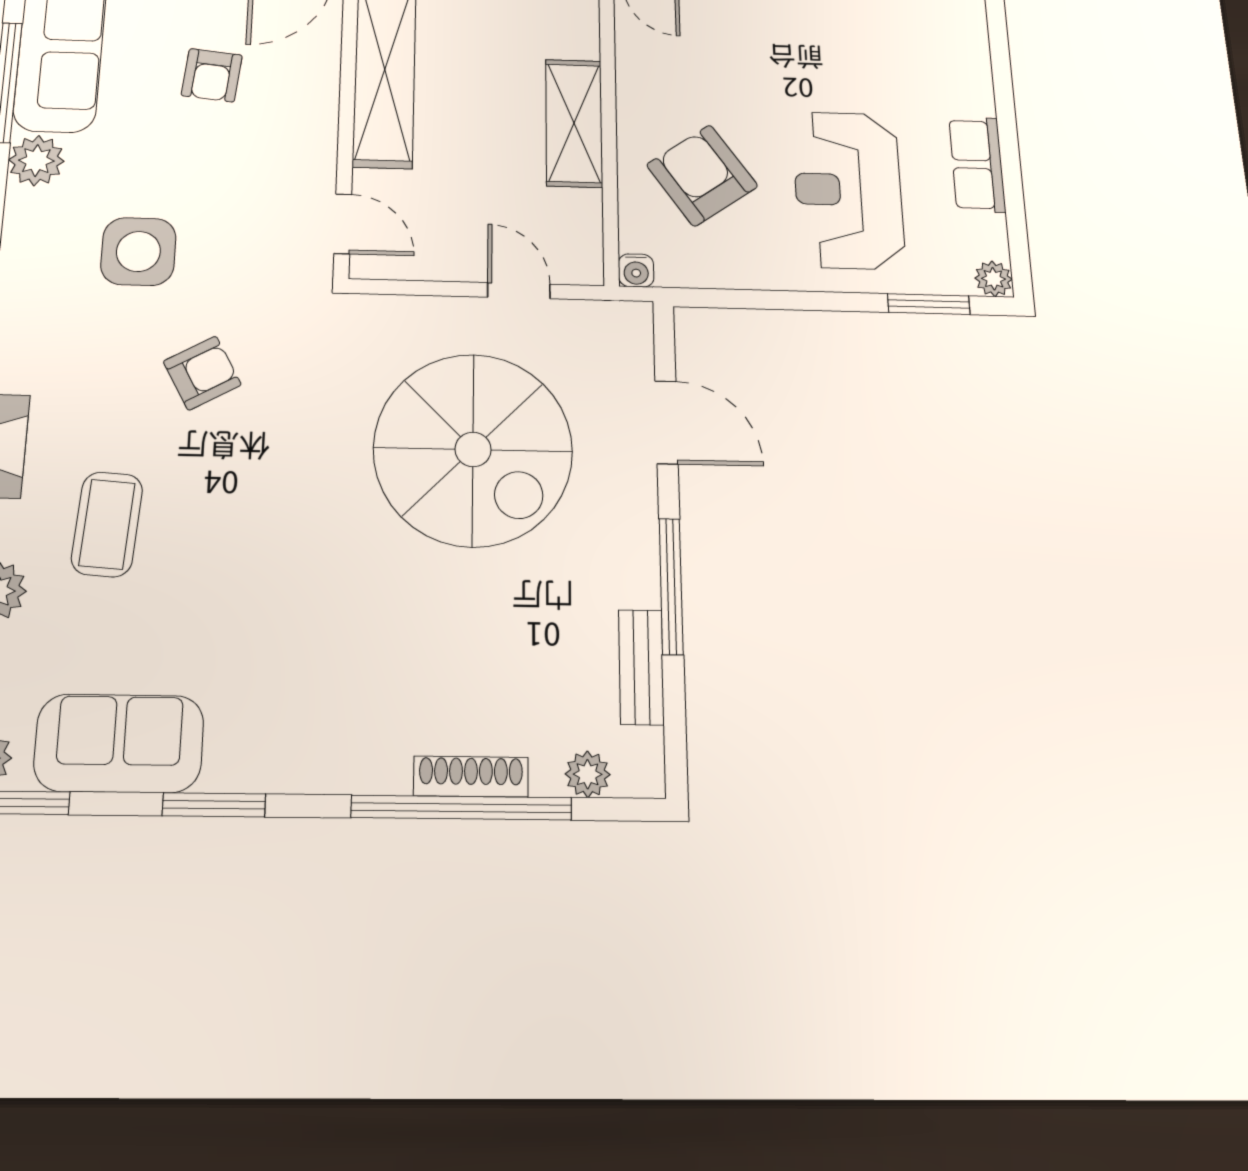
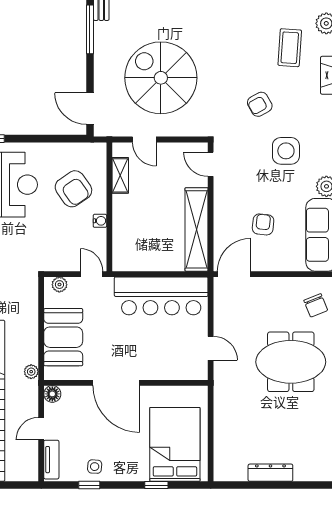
shelving: (574, 123) -> (120, 175), moved, width x0.67, depth x0.75
water cooler: (636, 270) -> (100, 221), moved, turned 90
door: (667, 422) -> (90, 109), moved

